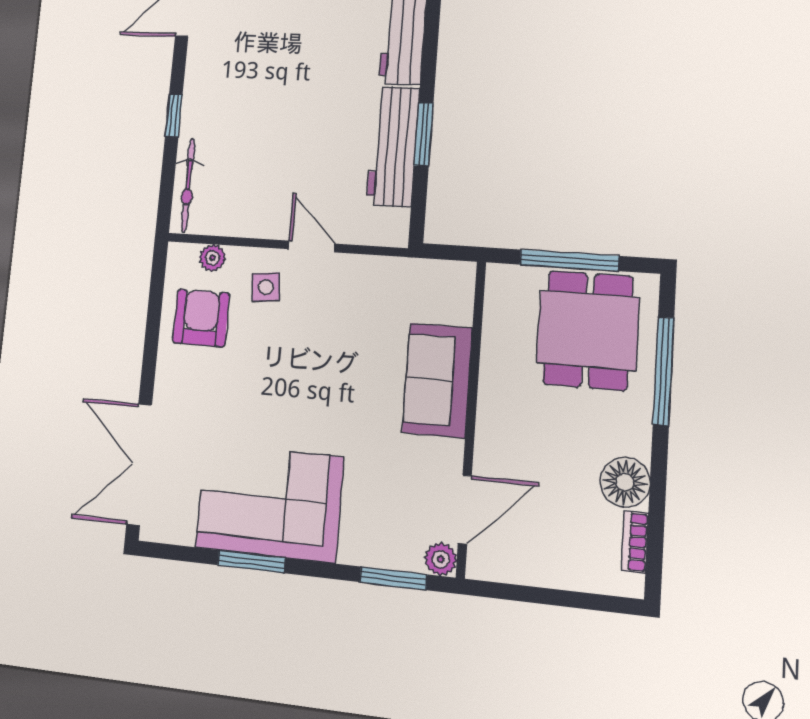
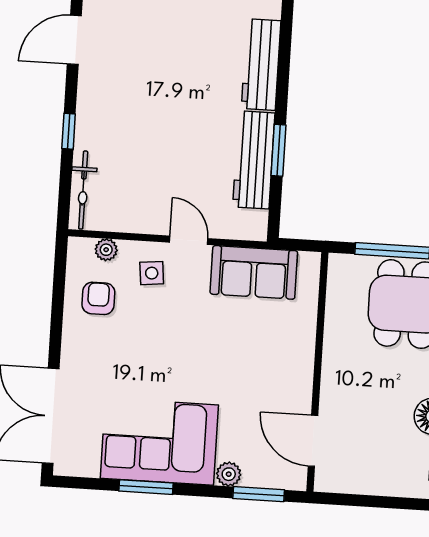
armchair: (201, 318) -> (98, 298), width x0.72, depth x0.72
sofa: (437, 380) -> (254, 272), moved, turned -90
door: (465, 510) -> (313, 441), swing flipped
plant: (441, 559) -> (229, 474), moved

